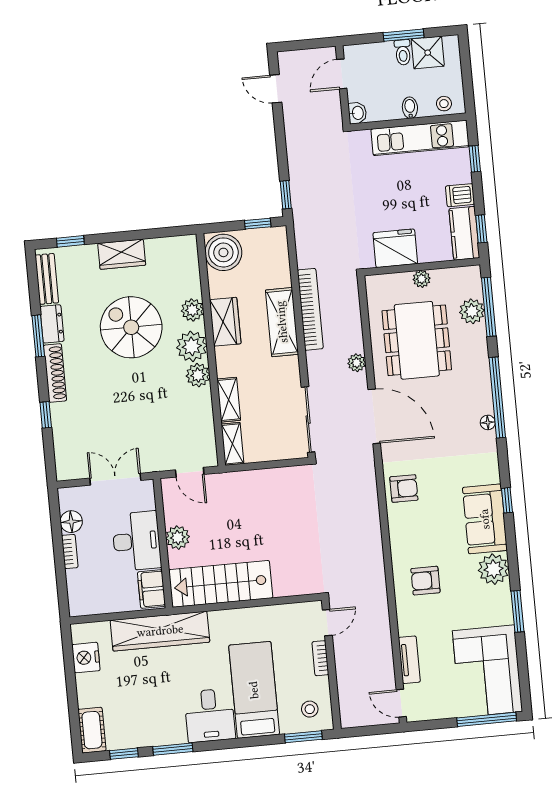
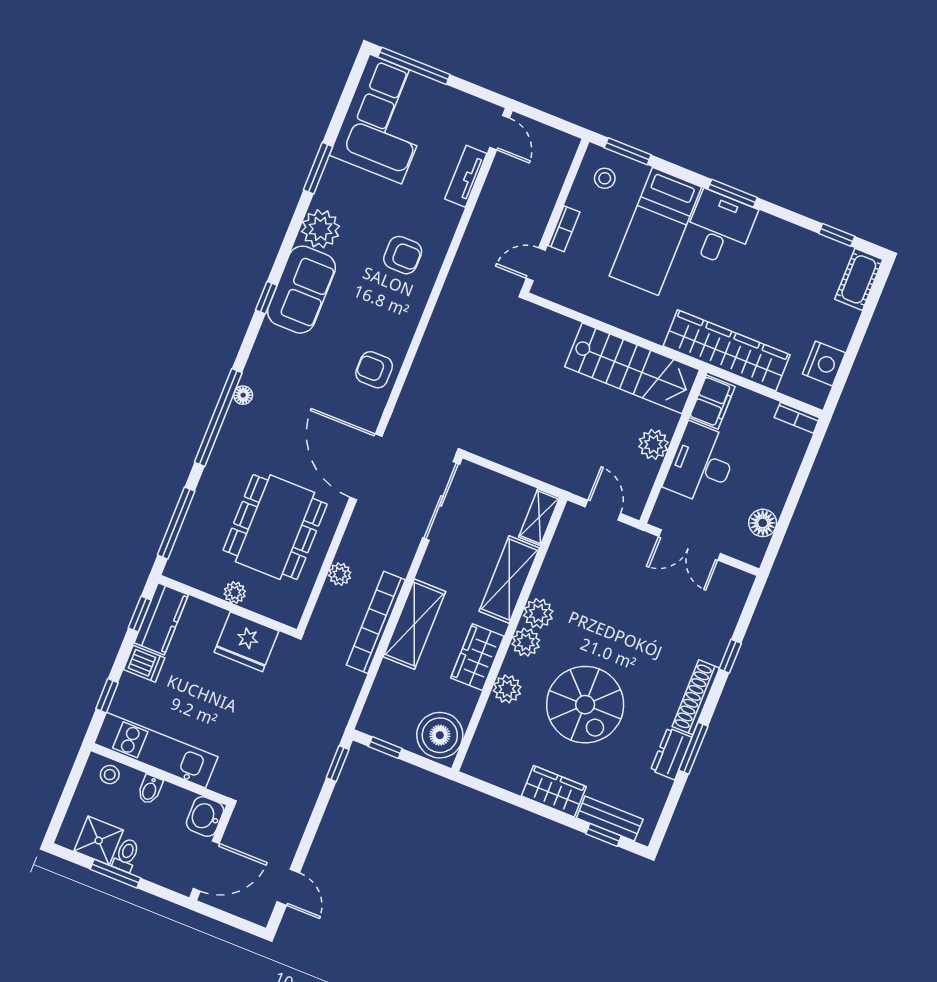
door: (342, 74) -> (206, 866), width x1.38
washbasin: (357, 113) -> (205, 817), width x1.38, depth x1.45
bench: (47, 279) -> (610, 819), moved, turned 90
plant: (472, 311) -> (197, 528), removed
plant: (192, 346) -> (526, 642), width x0.73, depth x0.73
plant: (357, 363) -> (340, 574), moved
shelving: (229, 400) -> (509, 580), width x1.50, depth x1.33
bookcase: (70, 551) -> (797, 418), moved, turned -90
window: (173, 749) -> (733, 193), moved

